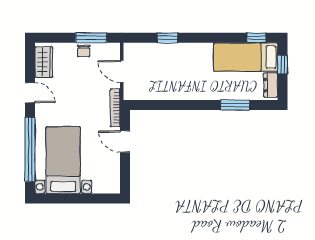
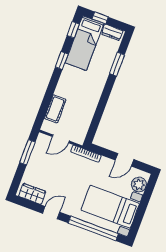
window: (167, 38) -> (62, 61), moved
chair: (84, 51) -> (35, 161), removed
cot: (155, 52) -> (55, 109), added
door: (125, 142) -> (124, 160), moved
plant: (102, 184) -> (139, 185), added

